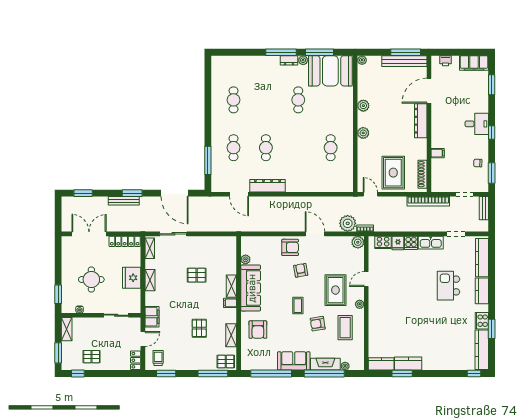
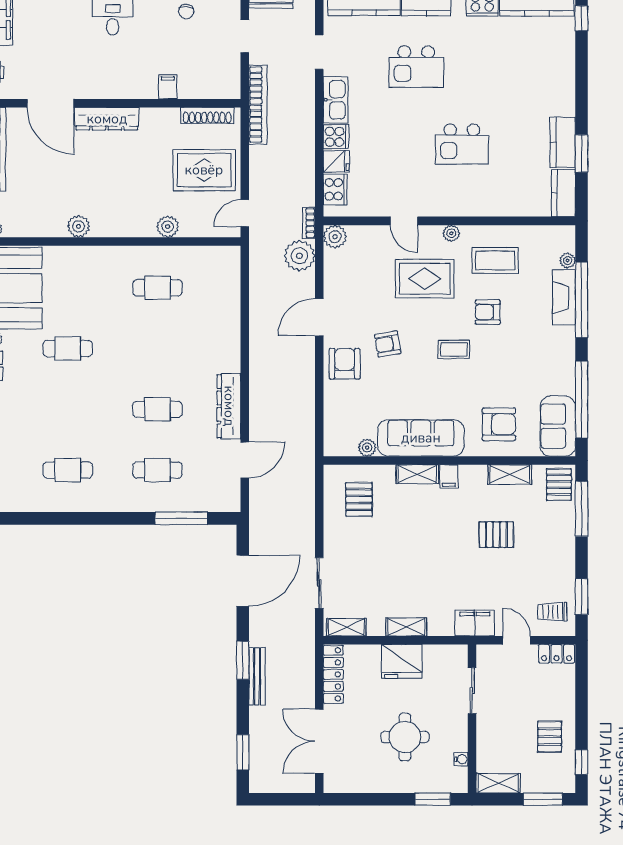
plant: (363, 133) -> (168, 227), moved
pallet: (197, 275) -> (359, 499), moved
kitchen island: (407, 310) -> (462, 144), added
armchair: (318, 324) -> (488, 312), turned 99
sofa: (294, 361) -> (558, 426), moved

